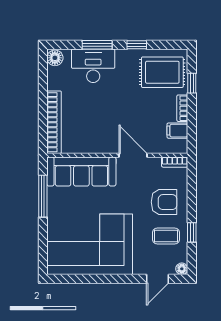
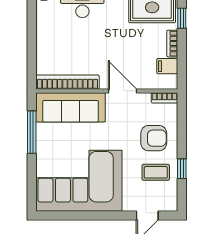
bookcase: (54, 122) -> (67, 82), moved, turned -90
floor lamp: (182, 269) -> (172, 205), removed

